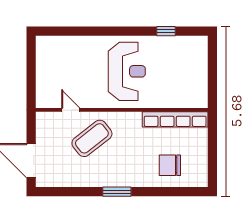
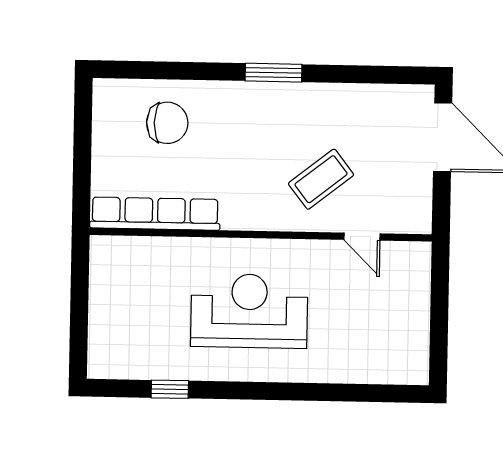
reception desk: (127, 71) -> (249, 311), turned 90
coffee table: (92, 138) -> (321, 179), width x0.73, depth x0.76

